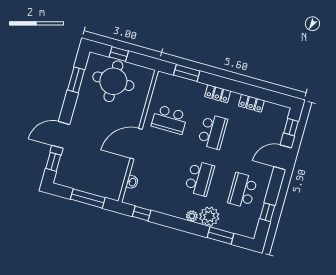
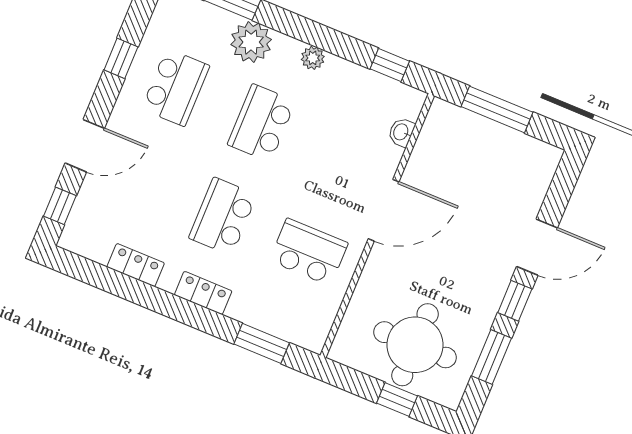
window: (53, 162) -> (515, 301), moved
window: (267, 212) -> (121, 58), moved
plant: (192, 216) -> (313, 58), moved

